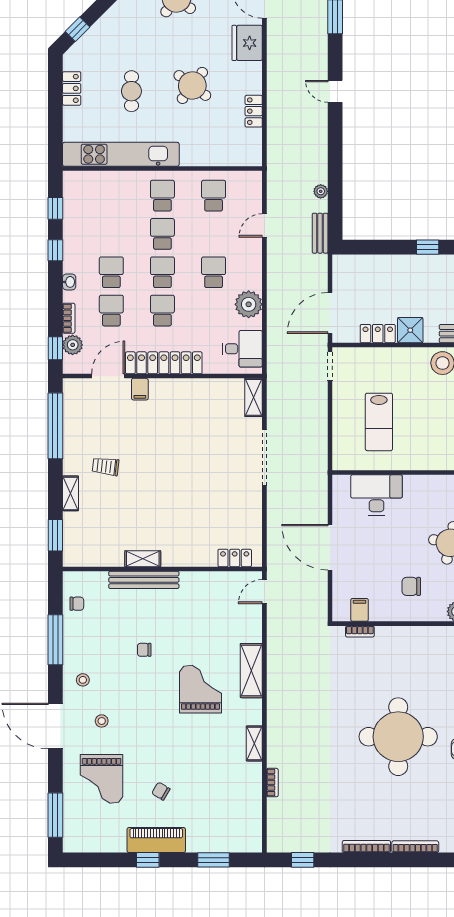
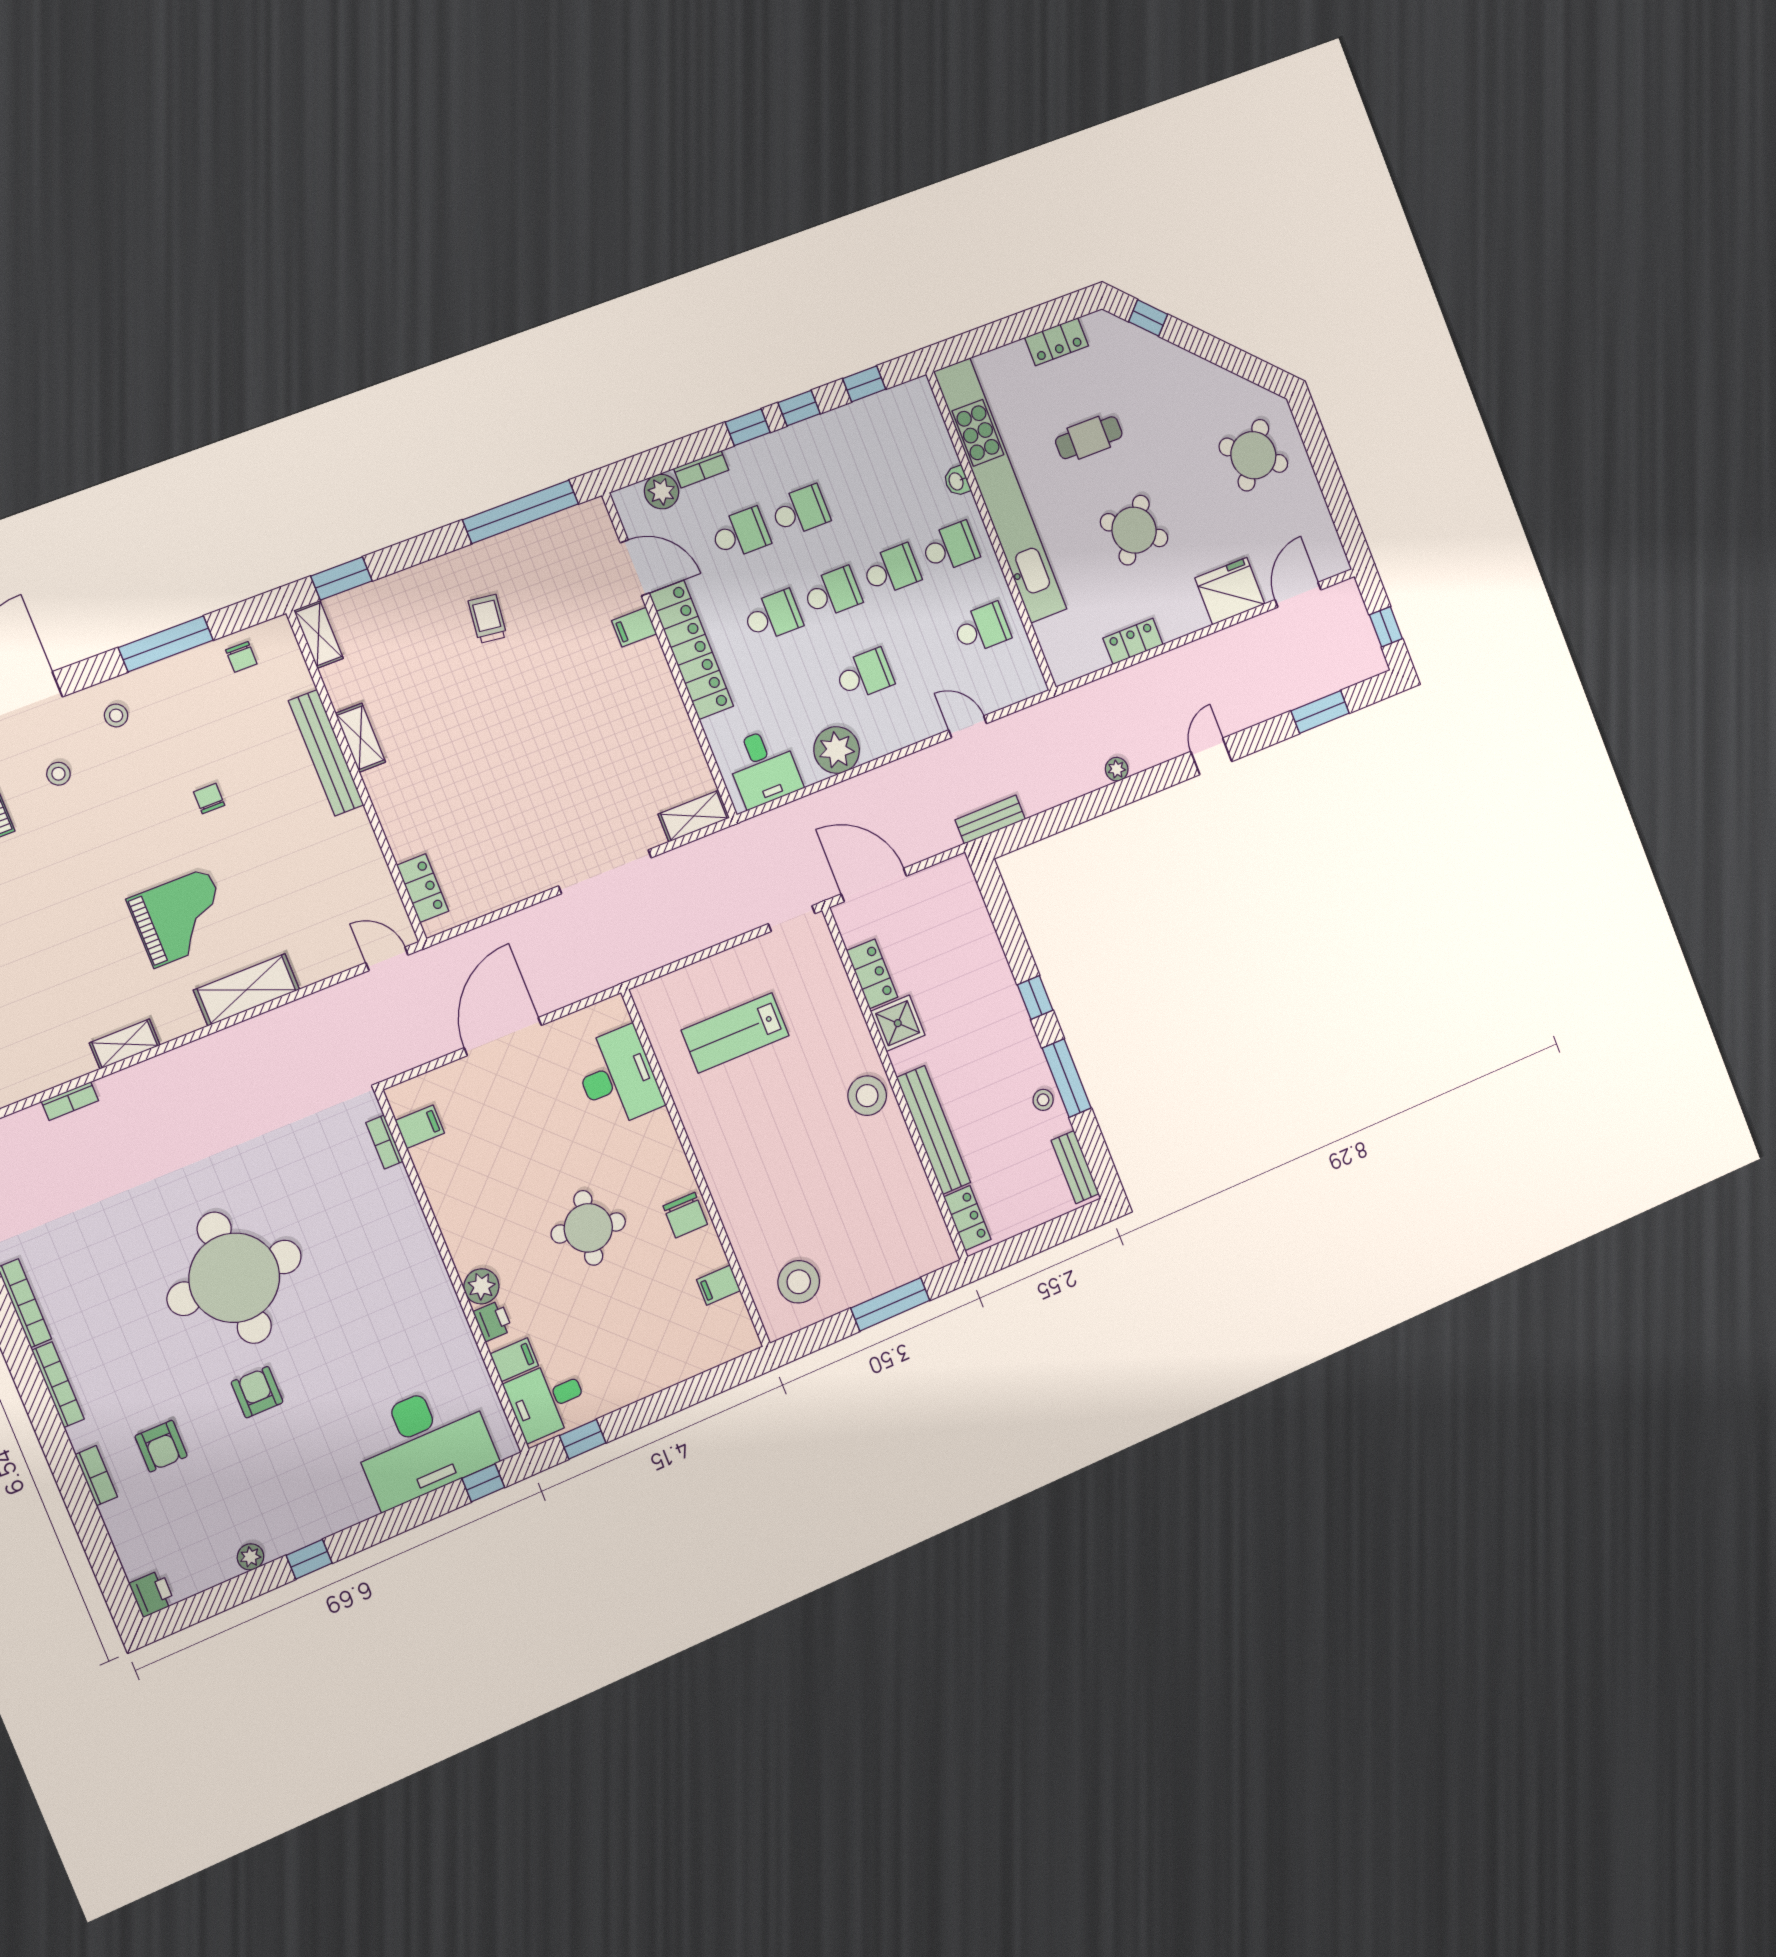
kitchen unit: (121, 154) -> (1000, 491), width x1.36
plant: (321, 191) -> (1117, 769), moved
washbasin: (69, 282) -> (957, 481), moved, turned 90
window: (55, 348) -> (748, 427), moved
shelving: (71, 493) -> (318, 634), moved, turned 90
chair: (411, 586) -> (492, 1195), removed

